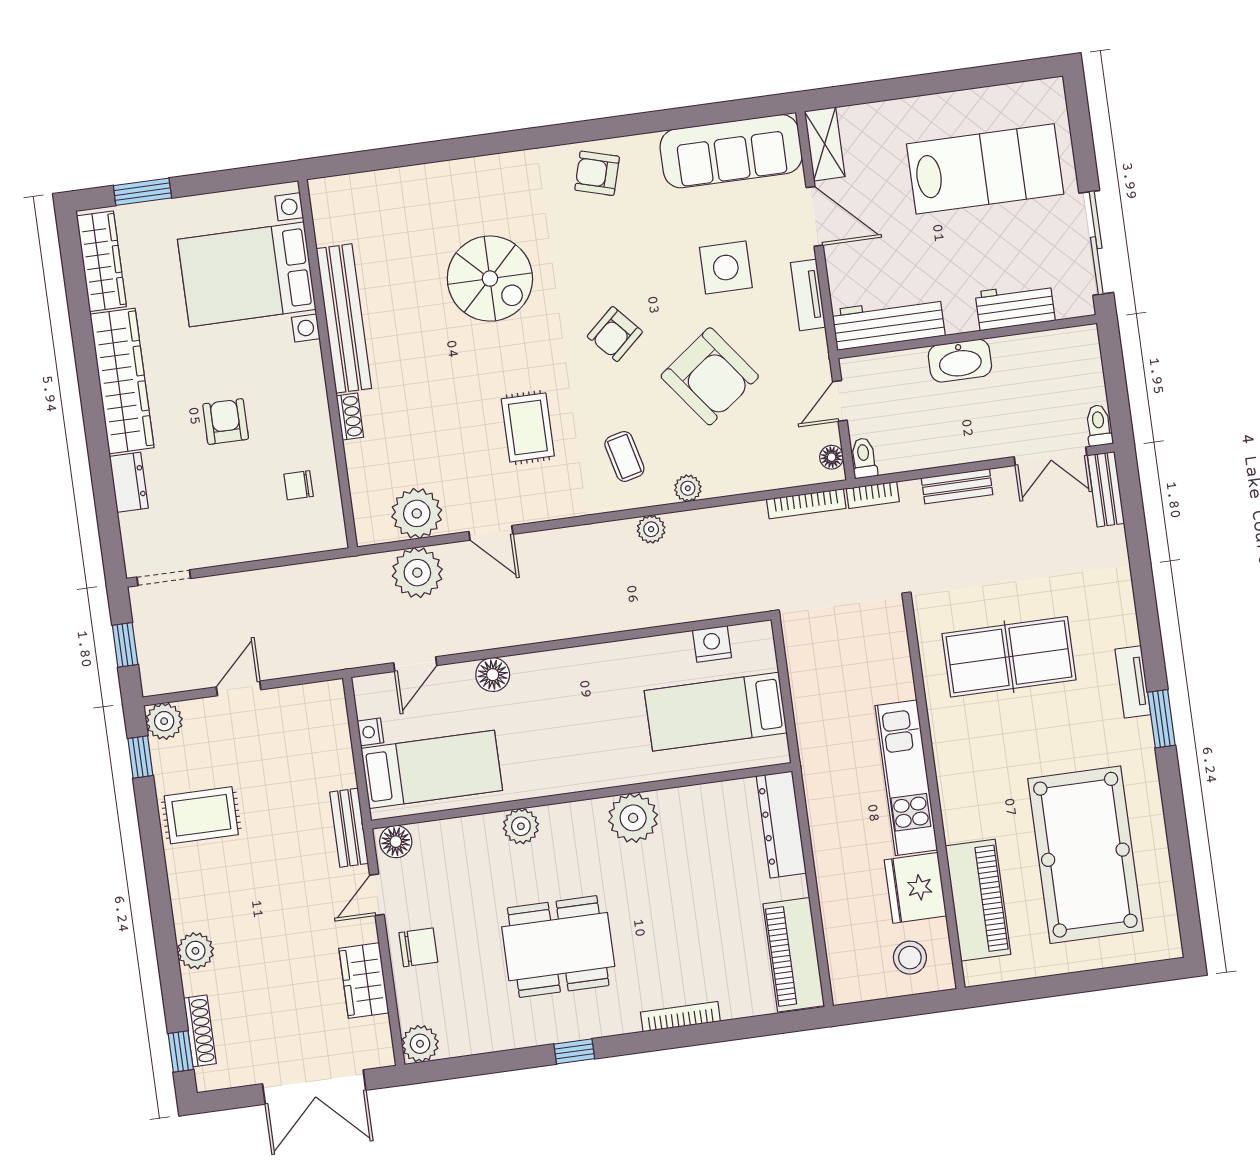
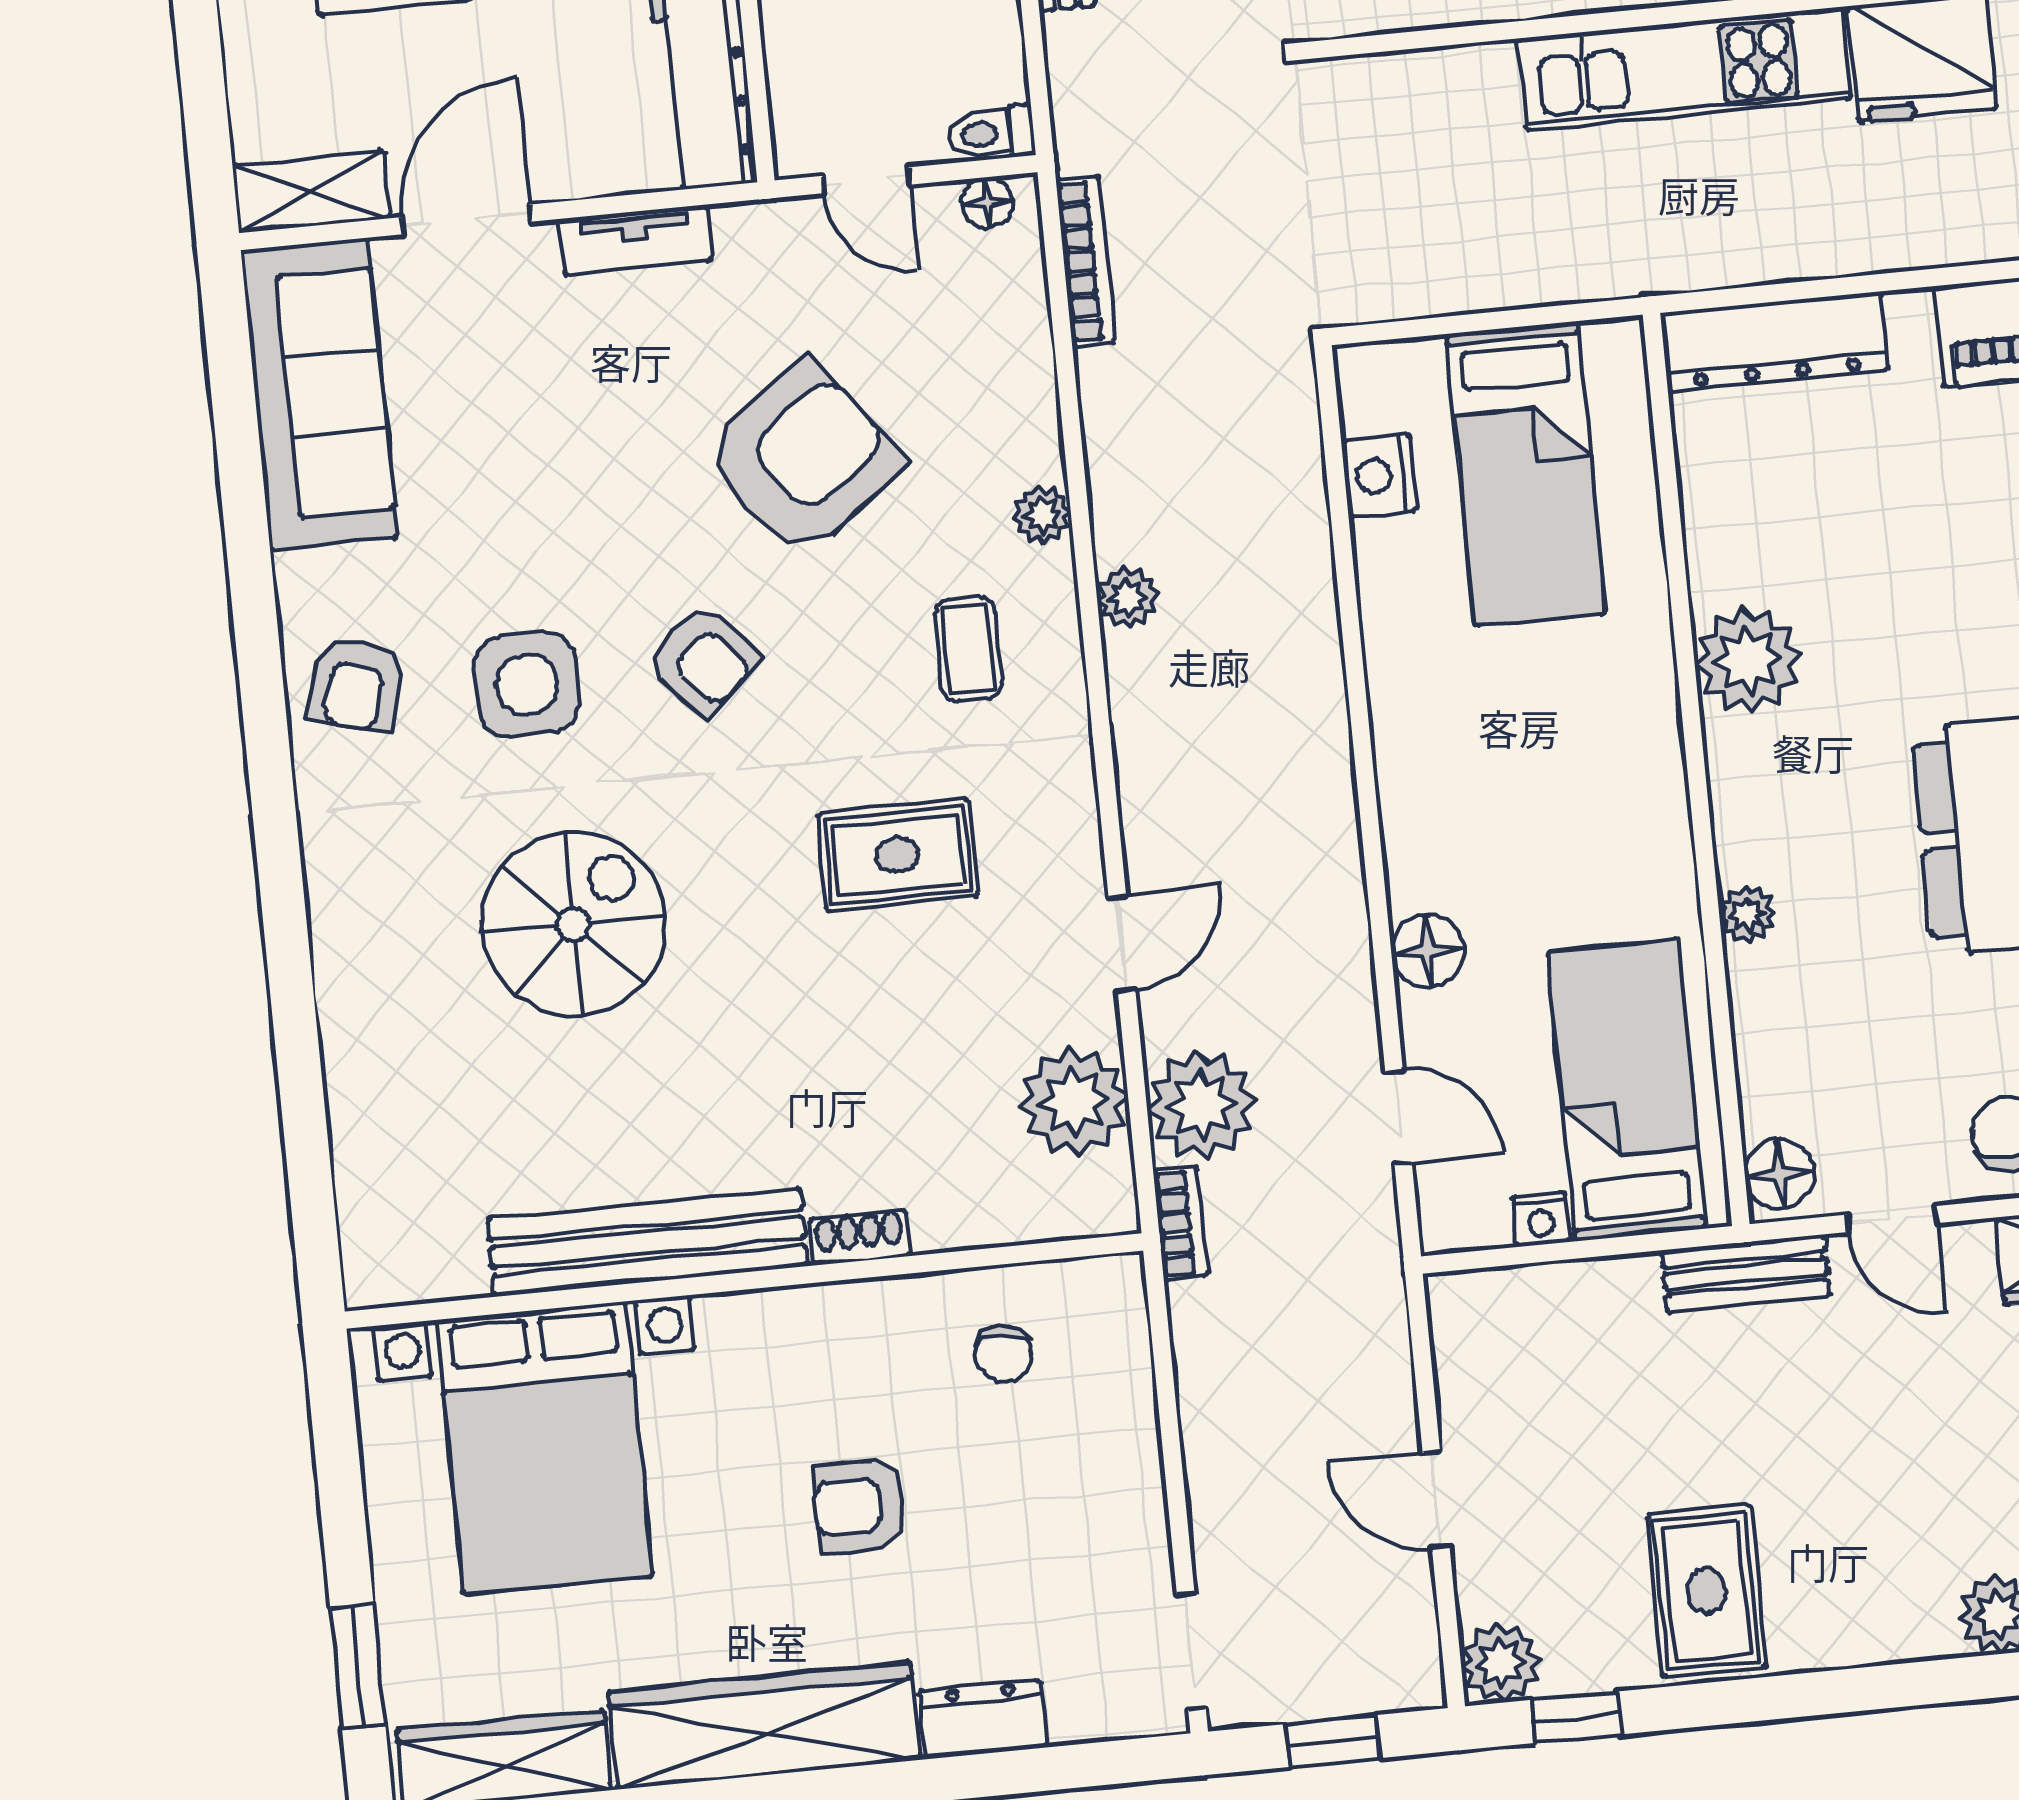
side table: (726, 268) -> (527, 684), moved
coffee table: (624, 456) -> (968, 649), turned -76
bookcase: (873, 495) -> (1180, 1223), moved
plant: (521, 826) -> (1747, 914), width x0.73, depth x0.73

